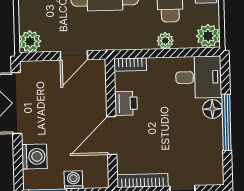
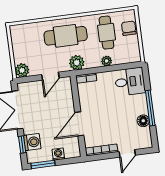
plant: (208, 36) -> (77, 63), moved
printer: (126, 103) -> (86, 103), removed
floor lamp: (212, 109) -> (143, 121), moved
window: (18, 159) -> (22, 144), added

